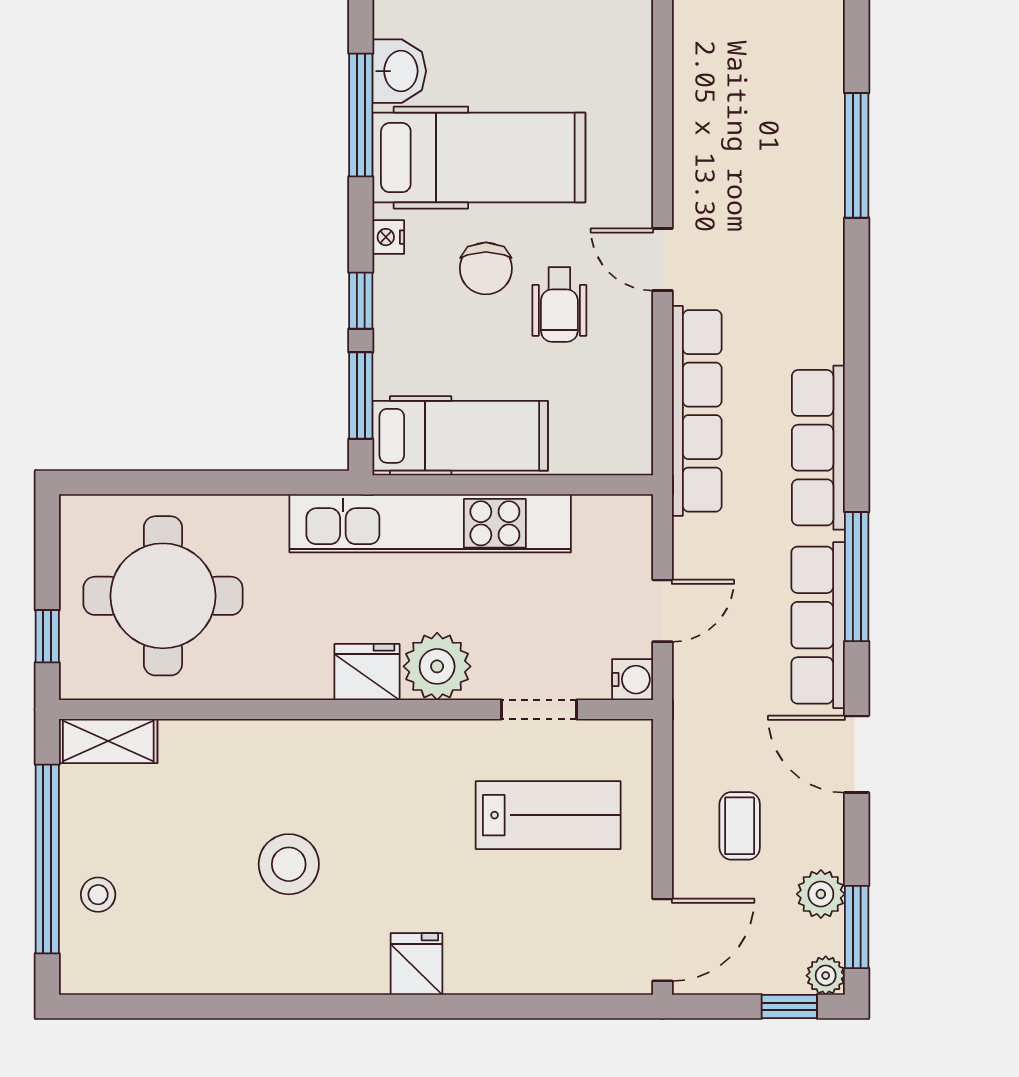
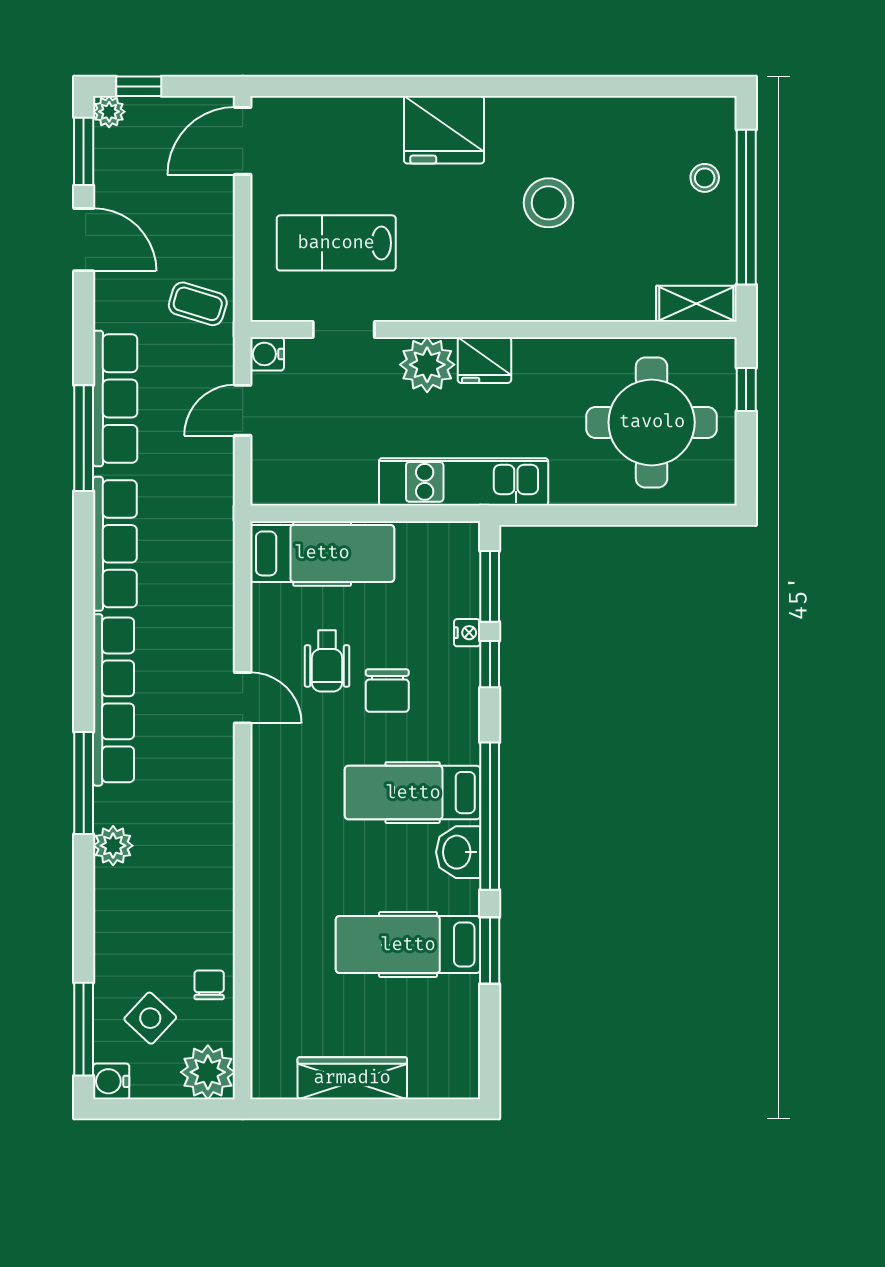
window: (361, 115) -> (490, 816), width x1.46
hospital bed: (479, 158) -> (413, 793), width x0.73, depth x0.78
nightstand: (388, 237) -> (467, 633), moved
chair: (486, 268) -> (387, 690), turned 180
wheelchair: (559, 304) -> (327, 661), turned 180
row of seats: (697, 411) -> (114, 700), moved, turned 180
hospital bed: (460, 436) -> (322, 553), moved, turned 180
kitchen unit: (430, 523) -> (464, 482), width x0.73
door: (857, 754) -> (84, 240), moved
coffee table: (740, 826) -> (198, 304), moved, turned -73
plant: (821, 894) -> (113, 846), moved
fridge: (416, 964) -> (444, 130), width x1.88, depth x1.34

